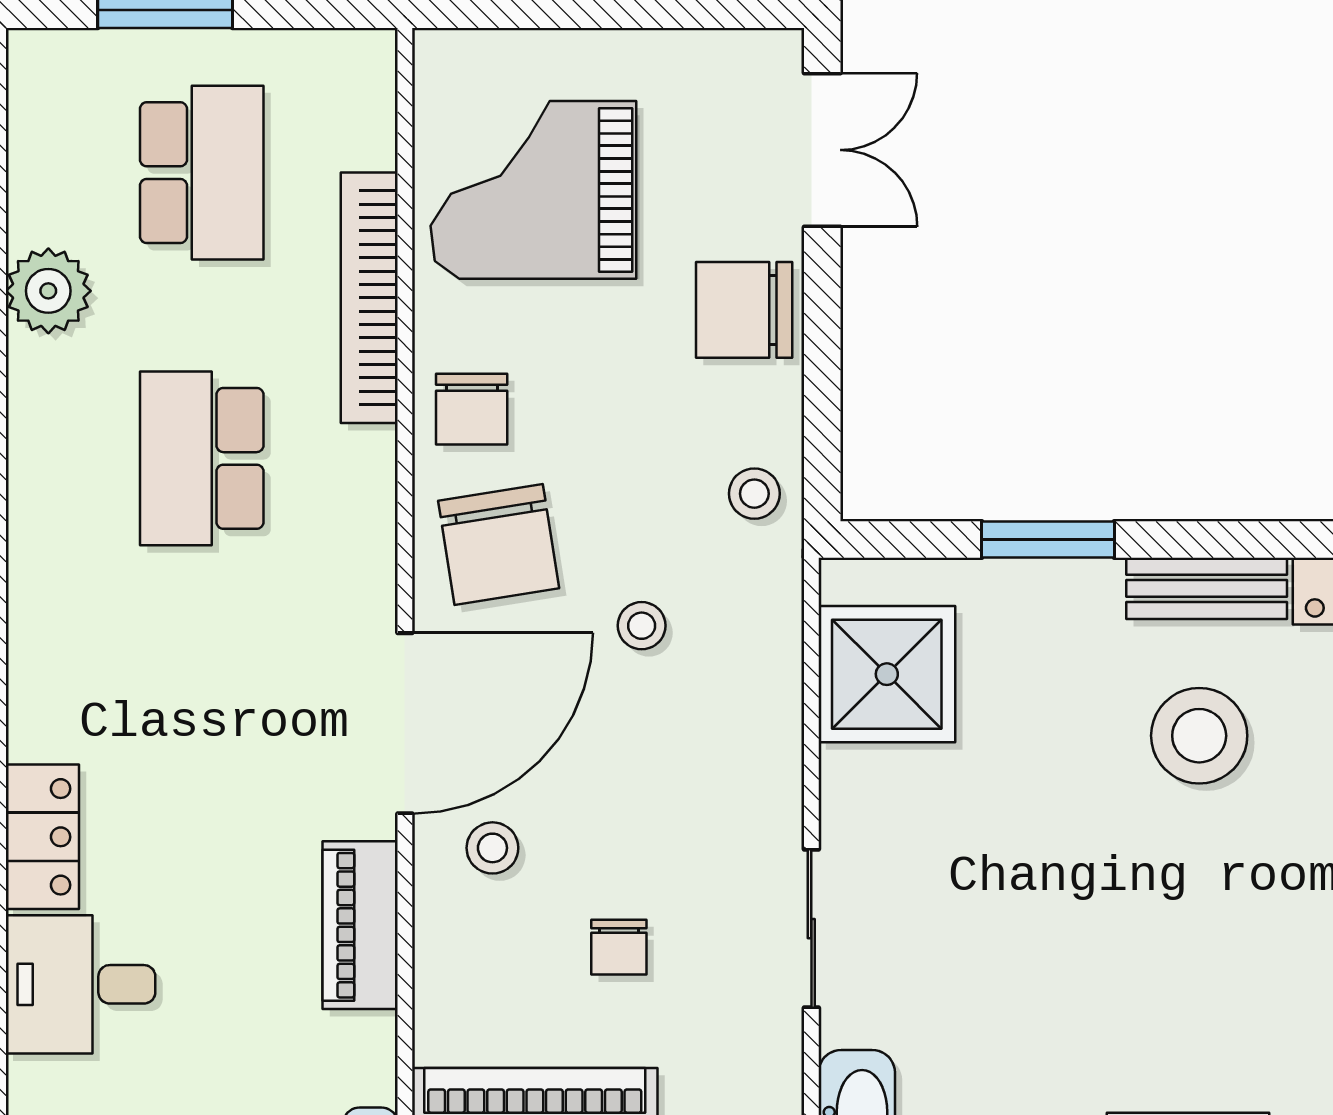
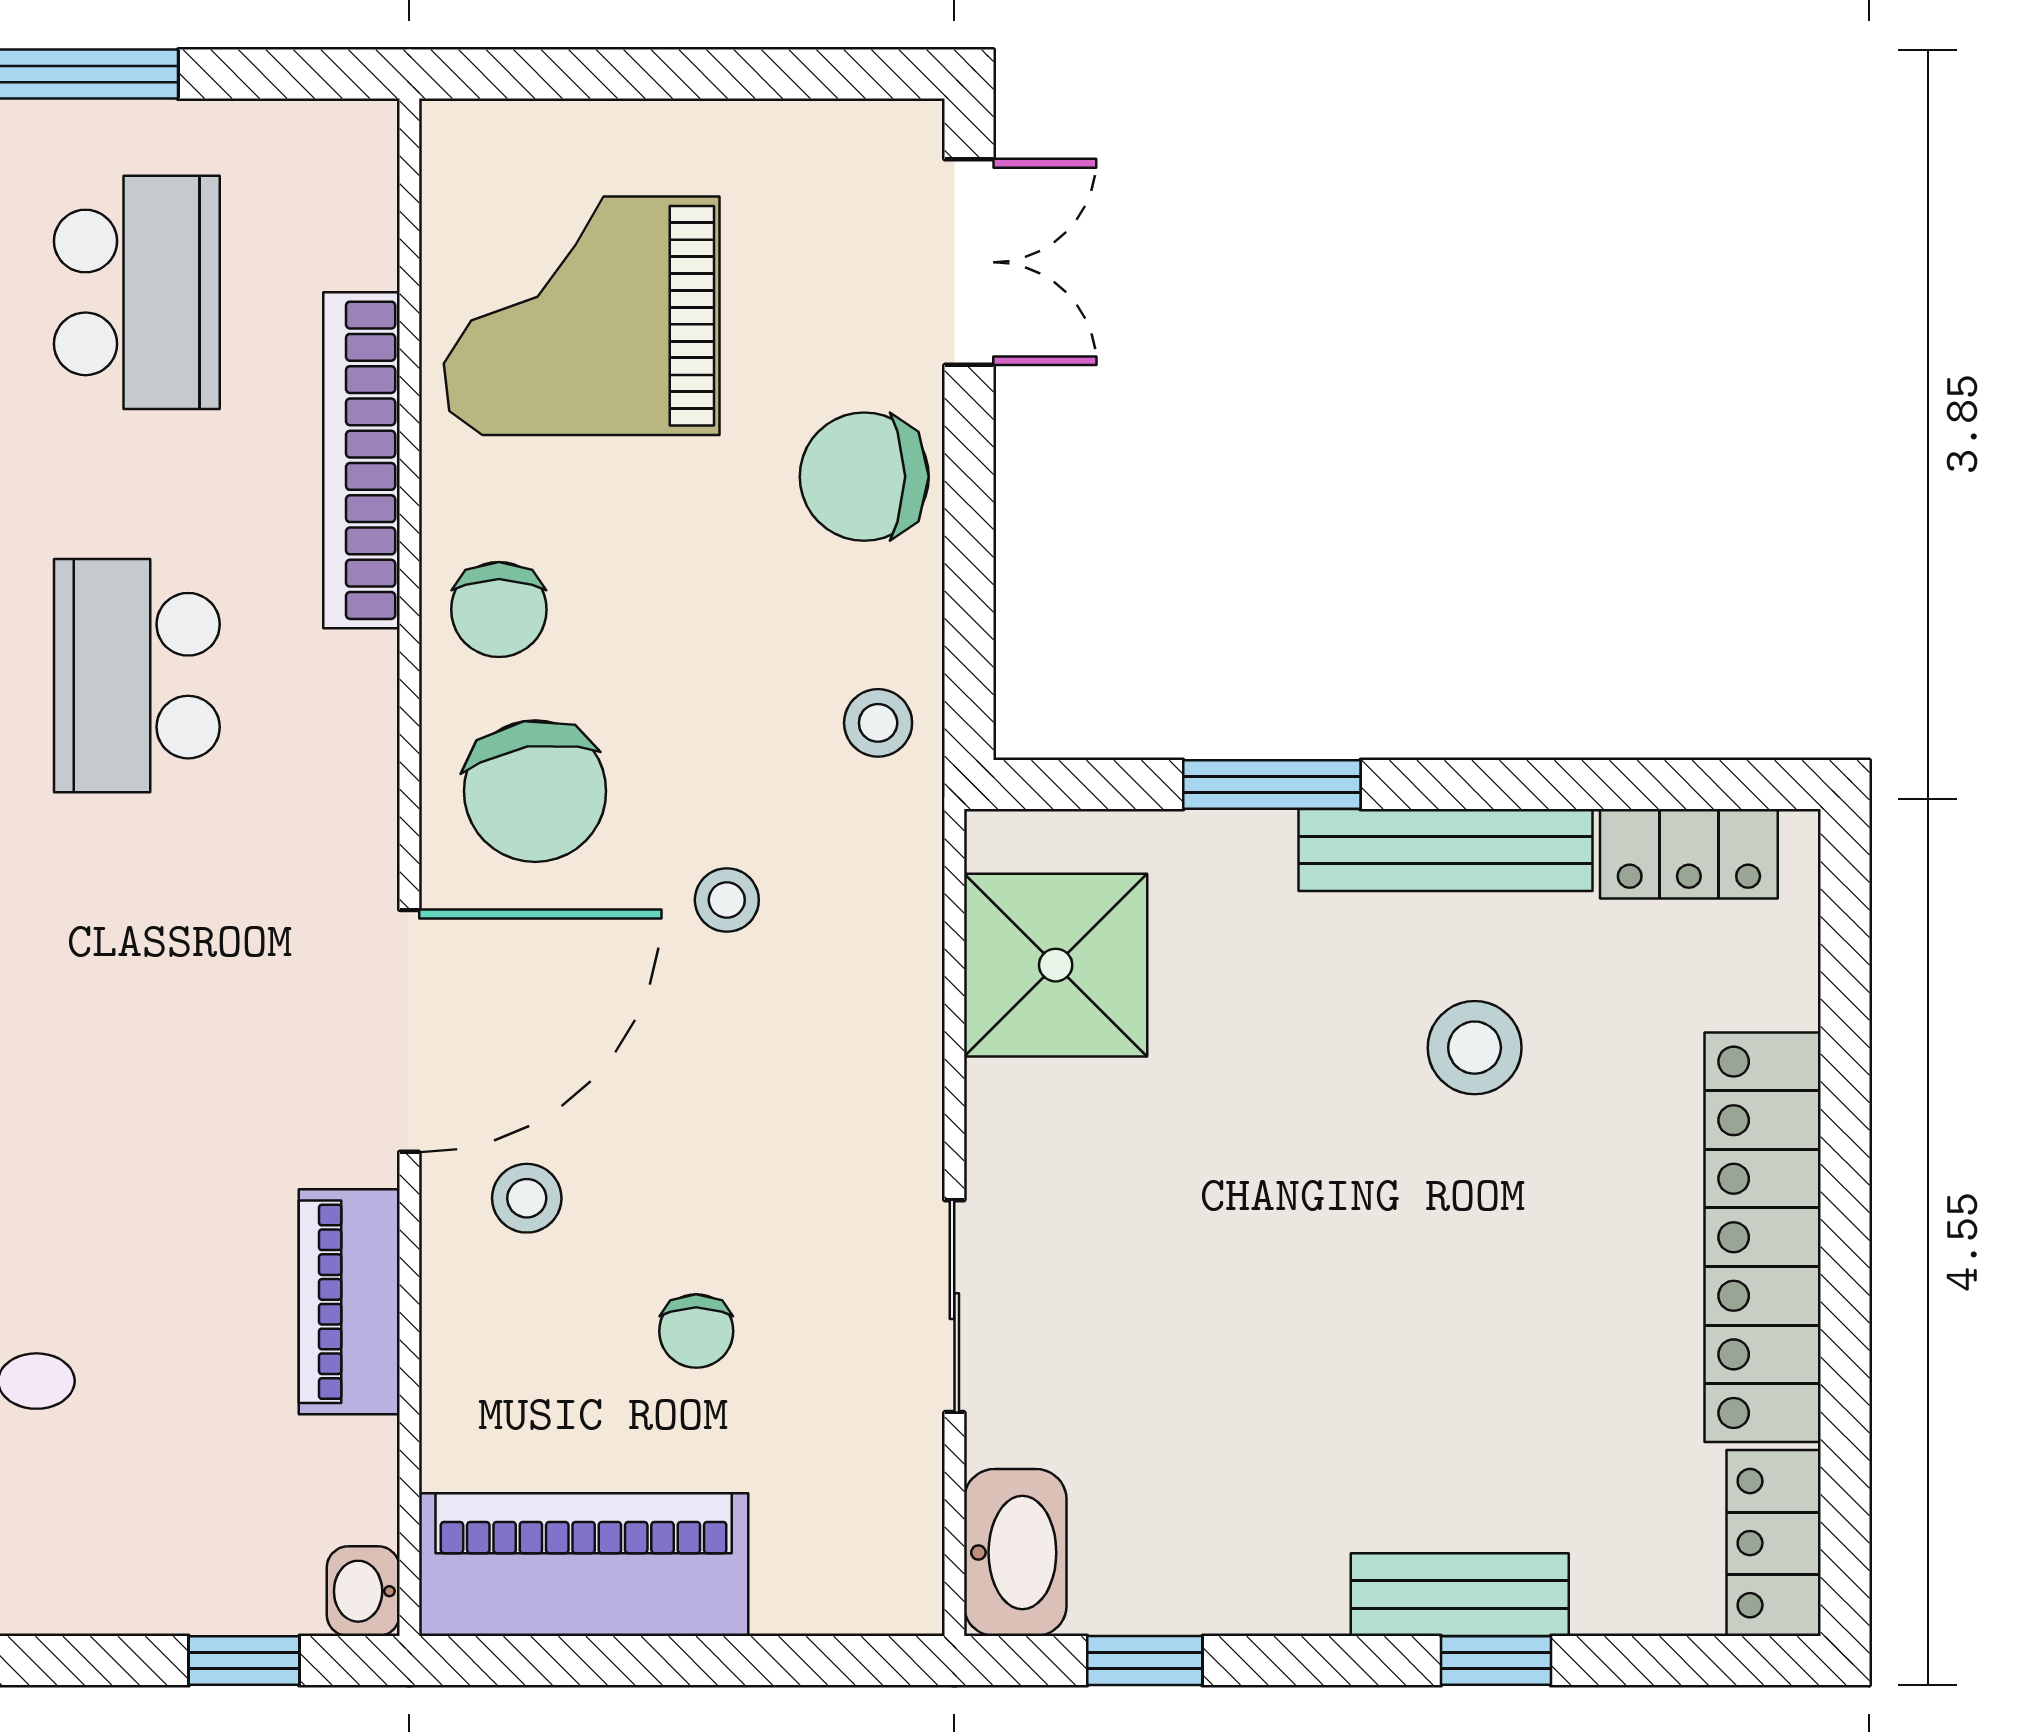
bench: (1207, 588) -> (1446, 850), width x1.36
stool: (1199, 736) -> (1475, 1048), width x0.73, depth x0.73

